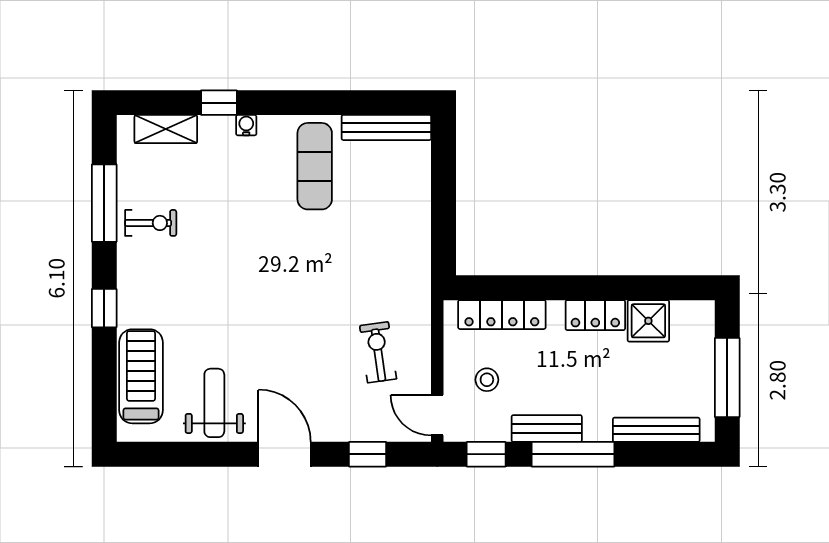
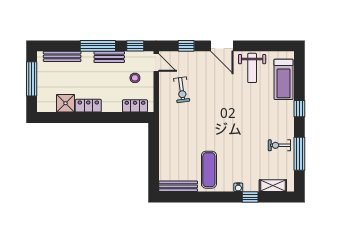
locker: (502, 315) -> (135, 106), width x0.66

